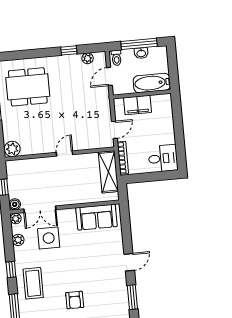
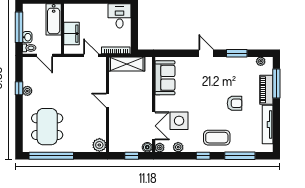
washbasin: (141, 53) -> (27, 37), moved
plant: (88, 58) -> (27, 91), moved

